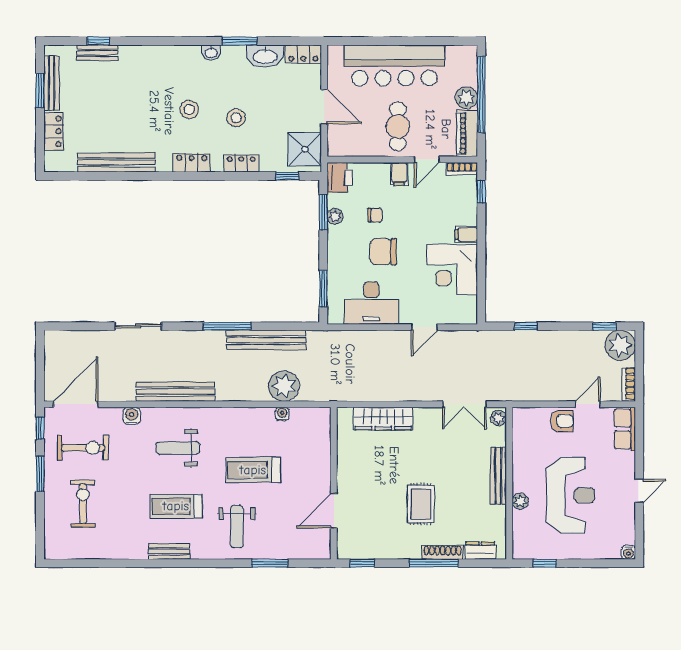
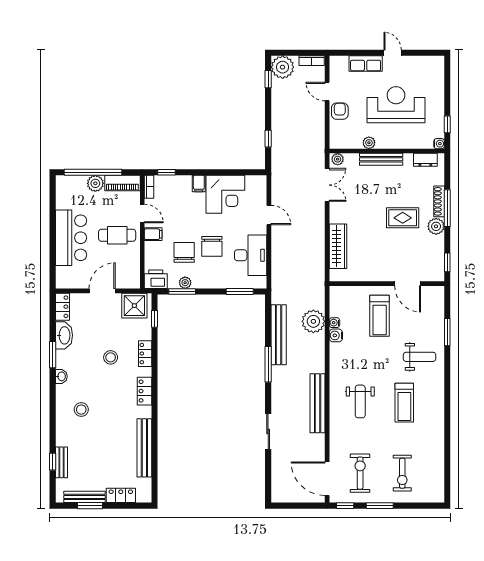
bar counter: (394, 65) -> (71, 238), width x0.73
stool: (189, 109) -> (81, 410), moved
chair: (375, 215) -> (184, 252), width x1.87, depth x1.87
water cooler: (132, 416) -> (336, 335), moved
row of seats: (625, 429) -> (366, 64), moved
treadmill: (253, 470) -> (380, 316), moved
plant: (520, 501) -> (369, 143), moved
exercise bike: (83, 504) -> (402, 473), turned -90
plant: (410, 548) -> (436, 226), added
bench: (169, 551) -> (438, 408), removed
dresser: (480, 551) -> (425, 160), moved, turned -90
water cooler: (628, 552) -> (439, 144), moved

